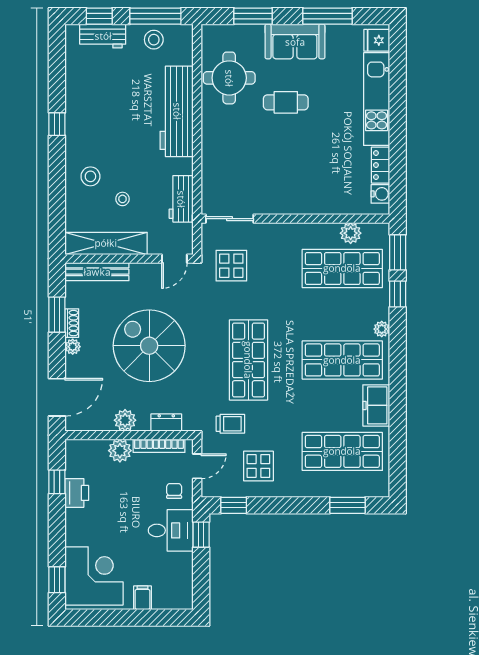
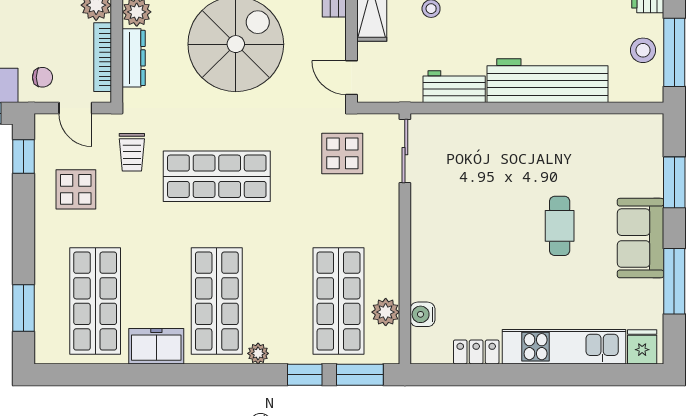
round table: (229, 78) -> (592, 151), removed
water cooler: (380, 194) -> (423, 314), moved, turned 90
workbench: (181, 199) -> (454, 87), moved
dresser: (166, 423) -> (134, 58), width x1.44

